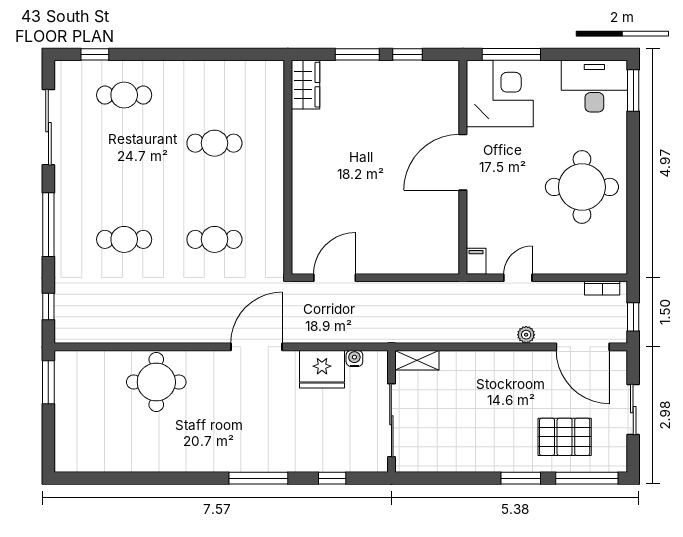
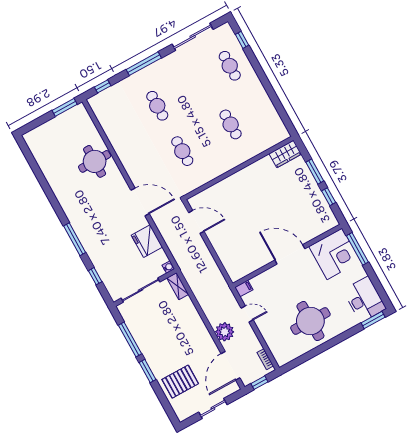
plant: (526, 335) -> (225, 332), width x1.88, depth x1.88
water cooler: (354, 358) -> (168, 267), moved
pallet: (565, 437) -> (180, 382), turned 90
window: (587, 478) -> (130, 339), moved

